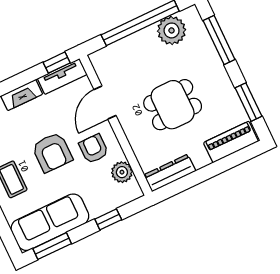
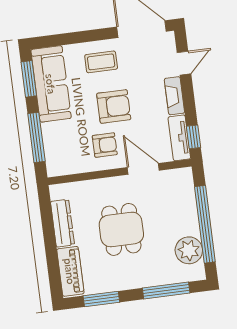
armchair: (52, 152) -> (114, 106), turned 180
plant: (122, 172) -> (75, 164), removed
dresser: (170, 173) -> (62, 223), moved
window: (108, 219) -> (36, 137), width x2.17

